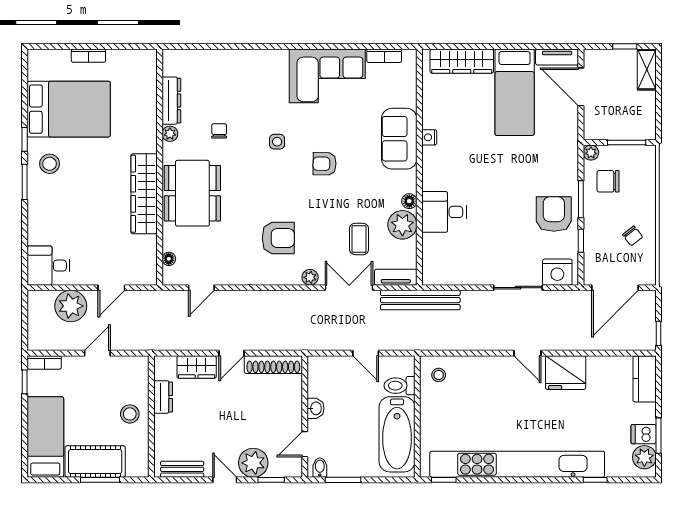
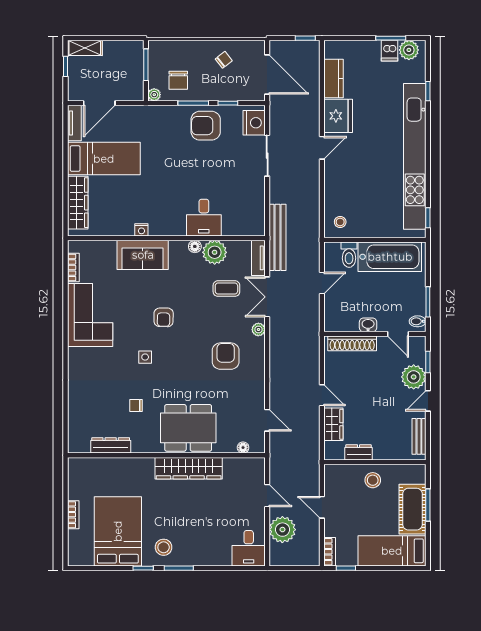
plant: (170, 134) -> (138, 447), removed
shoe rack: (273, 365) -> (352, 343), moved, turned 90
kitchen counter: (645, 379) -> (334, 78), moved, turned -90

